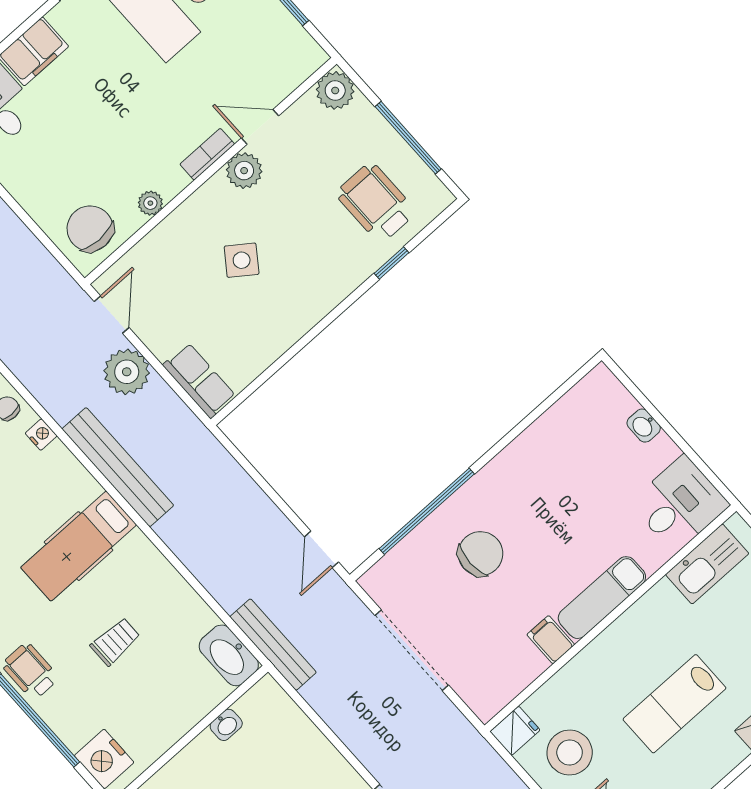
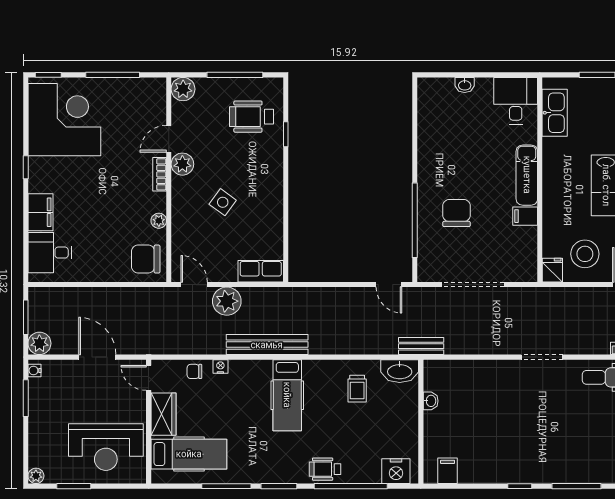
trolley: (115, 642) -> (357, 389), moved, turned 180
bench: (273, 645) -> (421, 346), width x0.73

